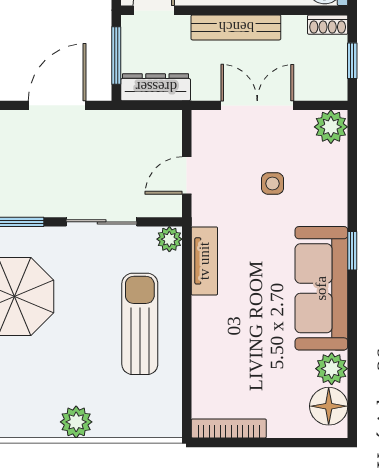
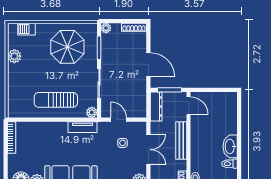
side table: (272, 184) -> (122, 143), moved
sun lounger: (140, 324) -> (56, 100), turned 180
plant: (76, 422) -> (14, 56), moved

